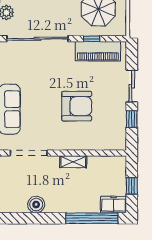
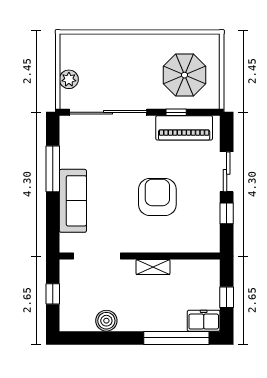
armchair: (77, 106) -> (157, 197), turned -90

